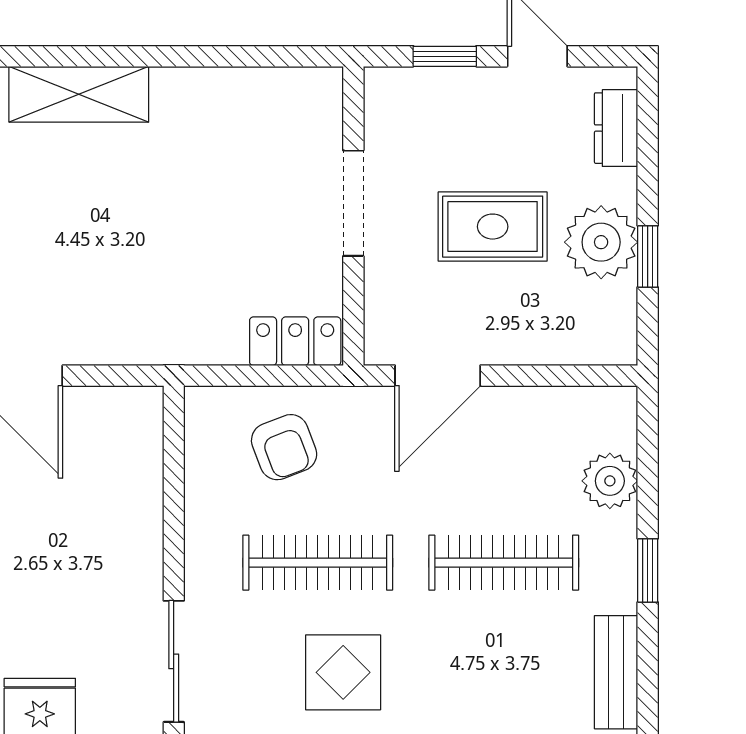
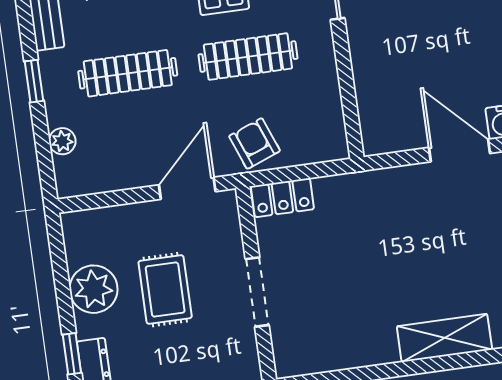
rug: (493, 227) -> (165, 289), turned 90
window: (648, 256) -> (72, 354), moved
armchair: (284, 447) -> (255, 143), moved
plant: (610, 481) -> (62, 141), width x0.73, depth x0.73

